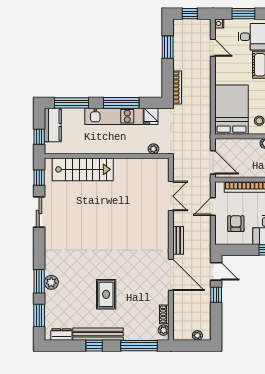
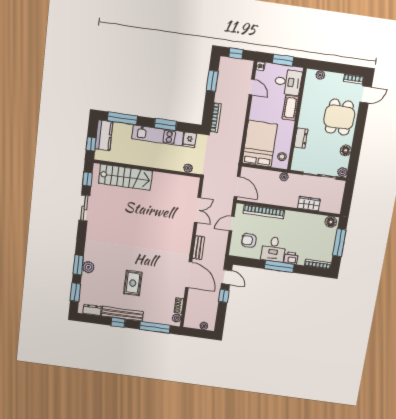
window: (121, 103) -> (165, 124), width x0.69
armchair: (236, 224) -> (249, 240), turned -90

